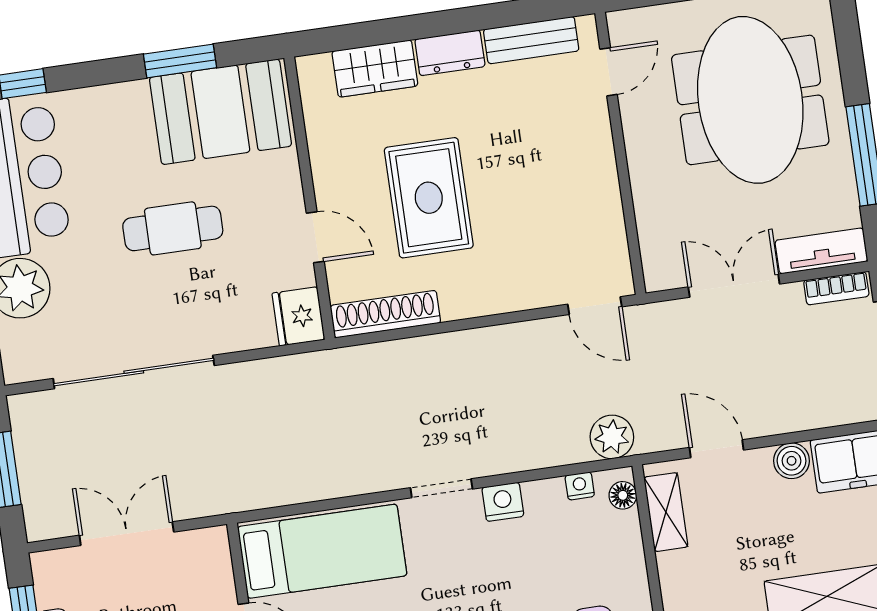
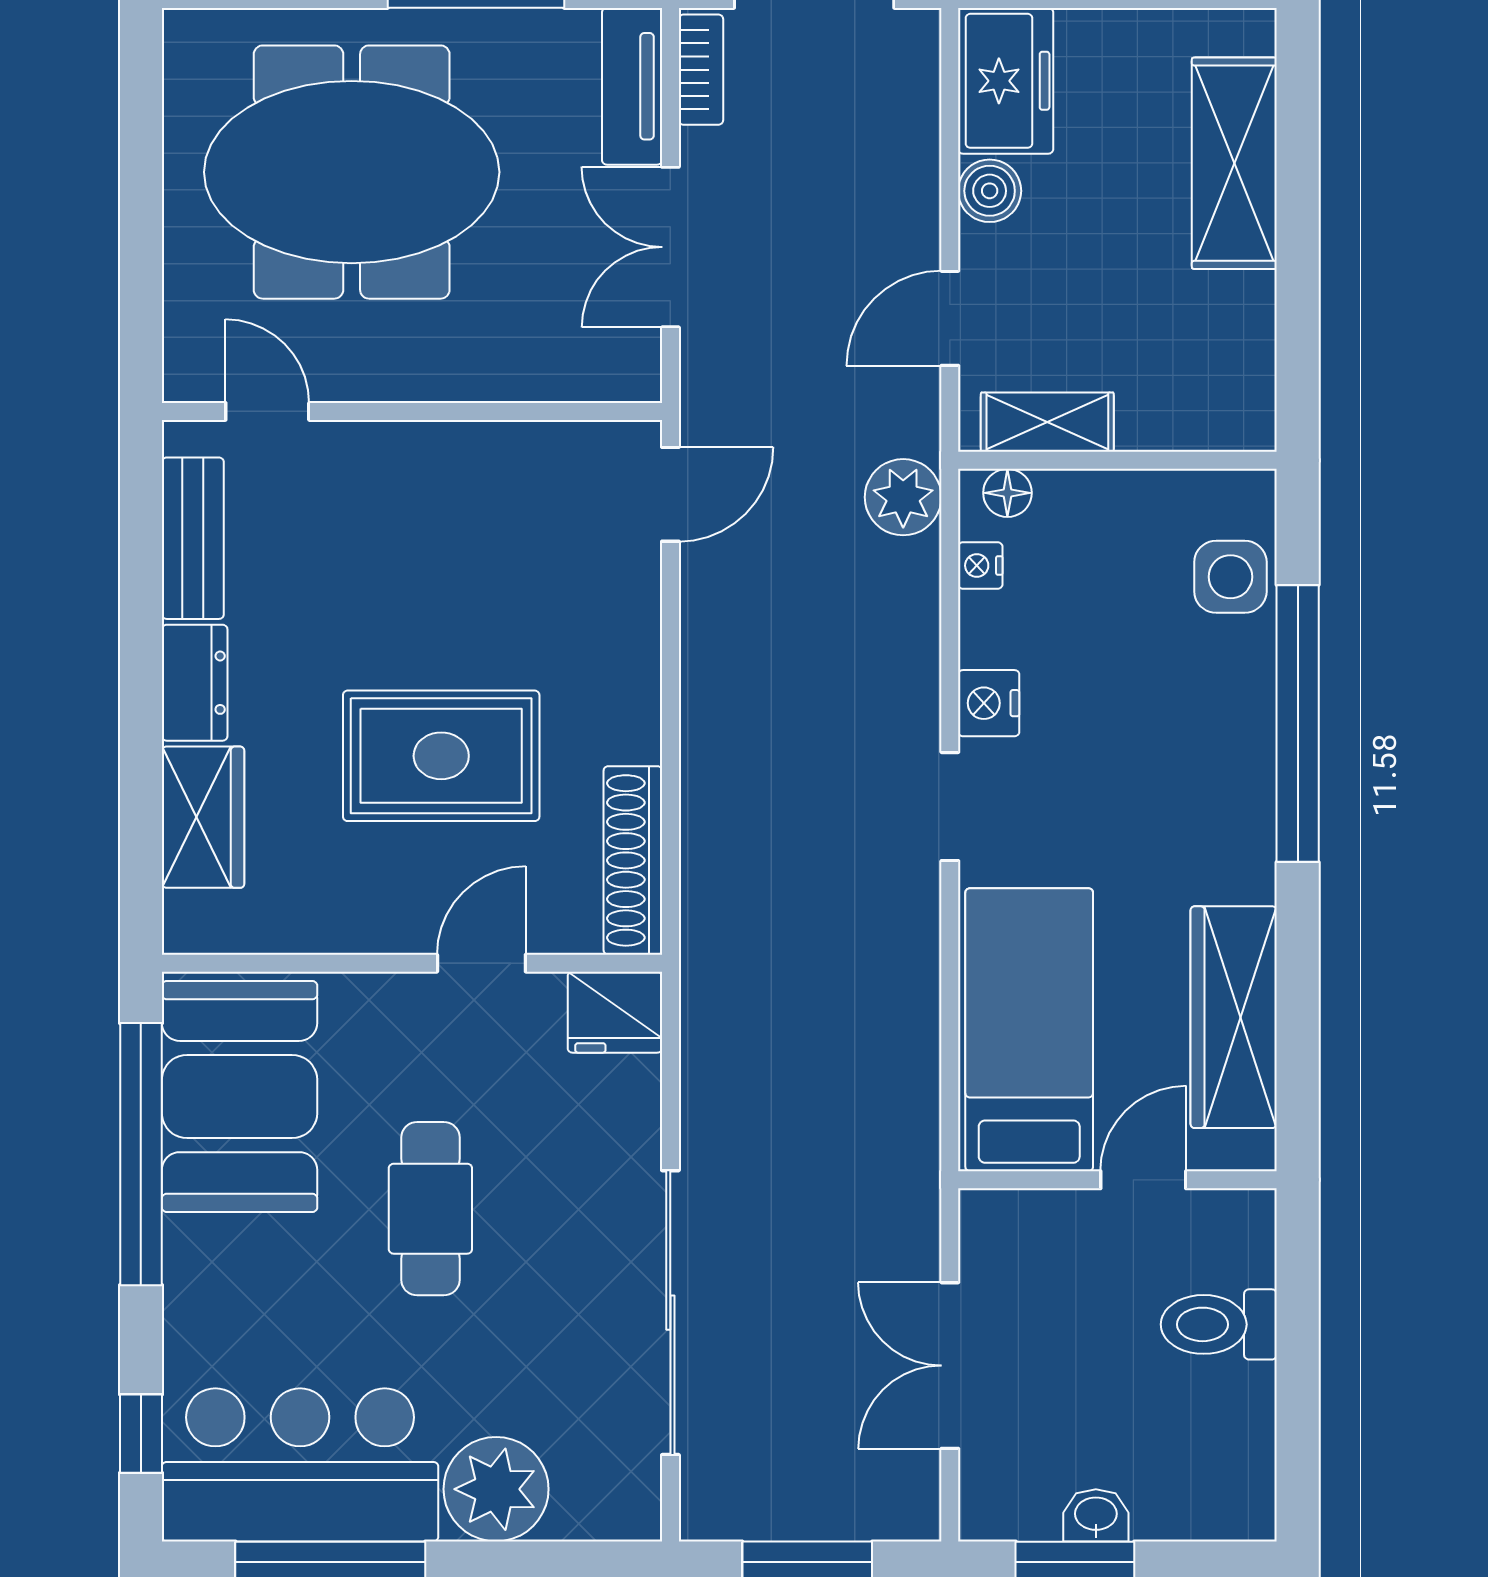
window: (180, 61) -> (141, 1154), width x2.11

